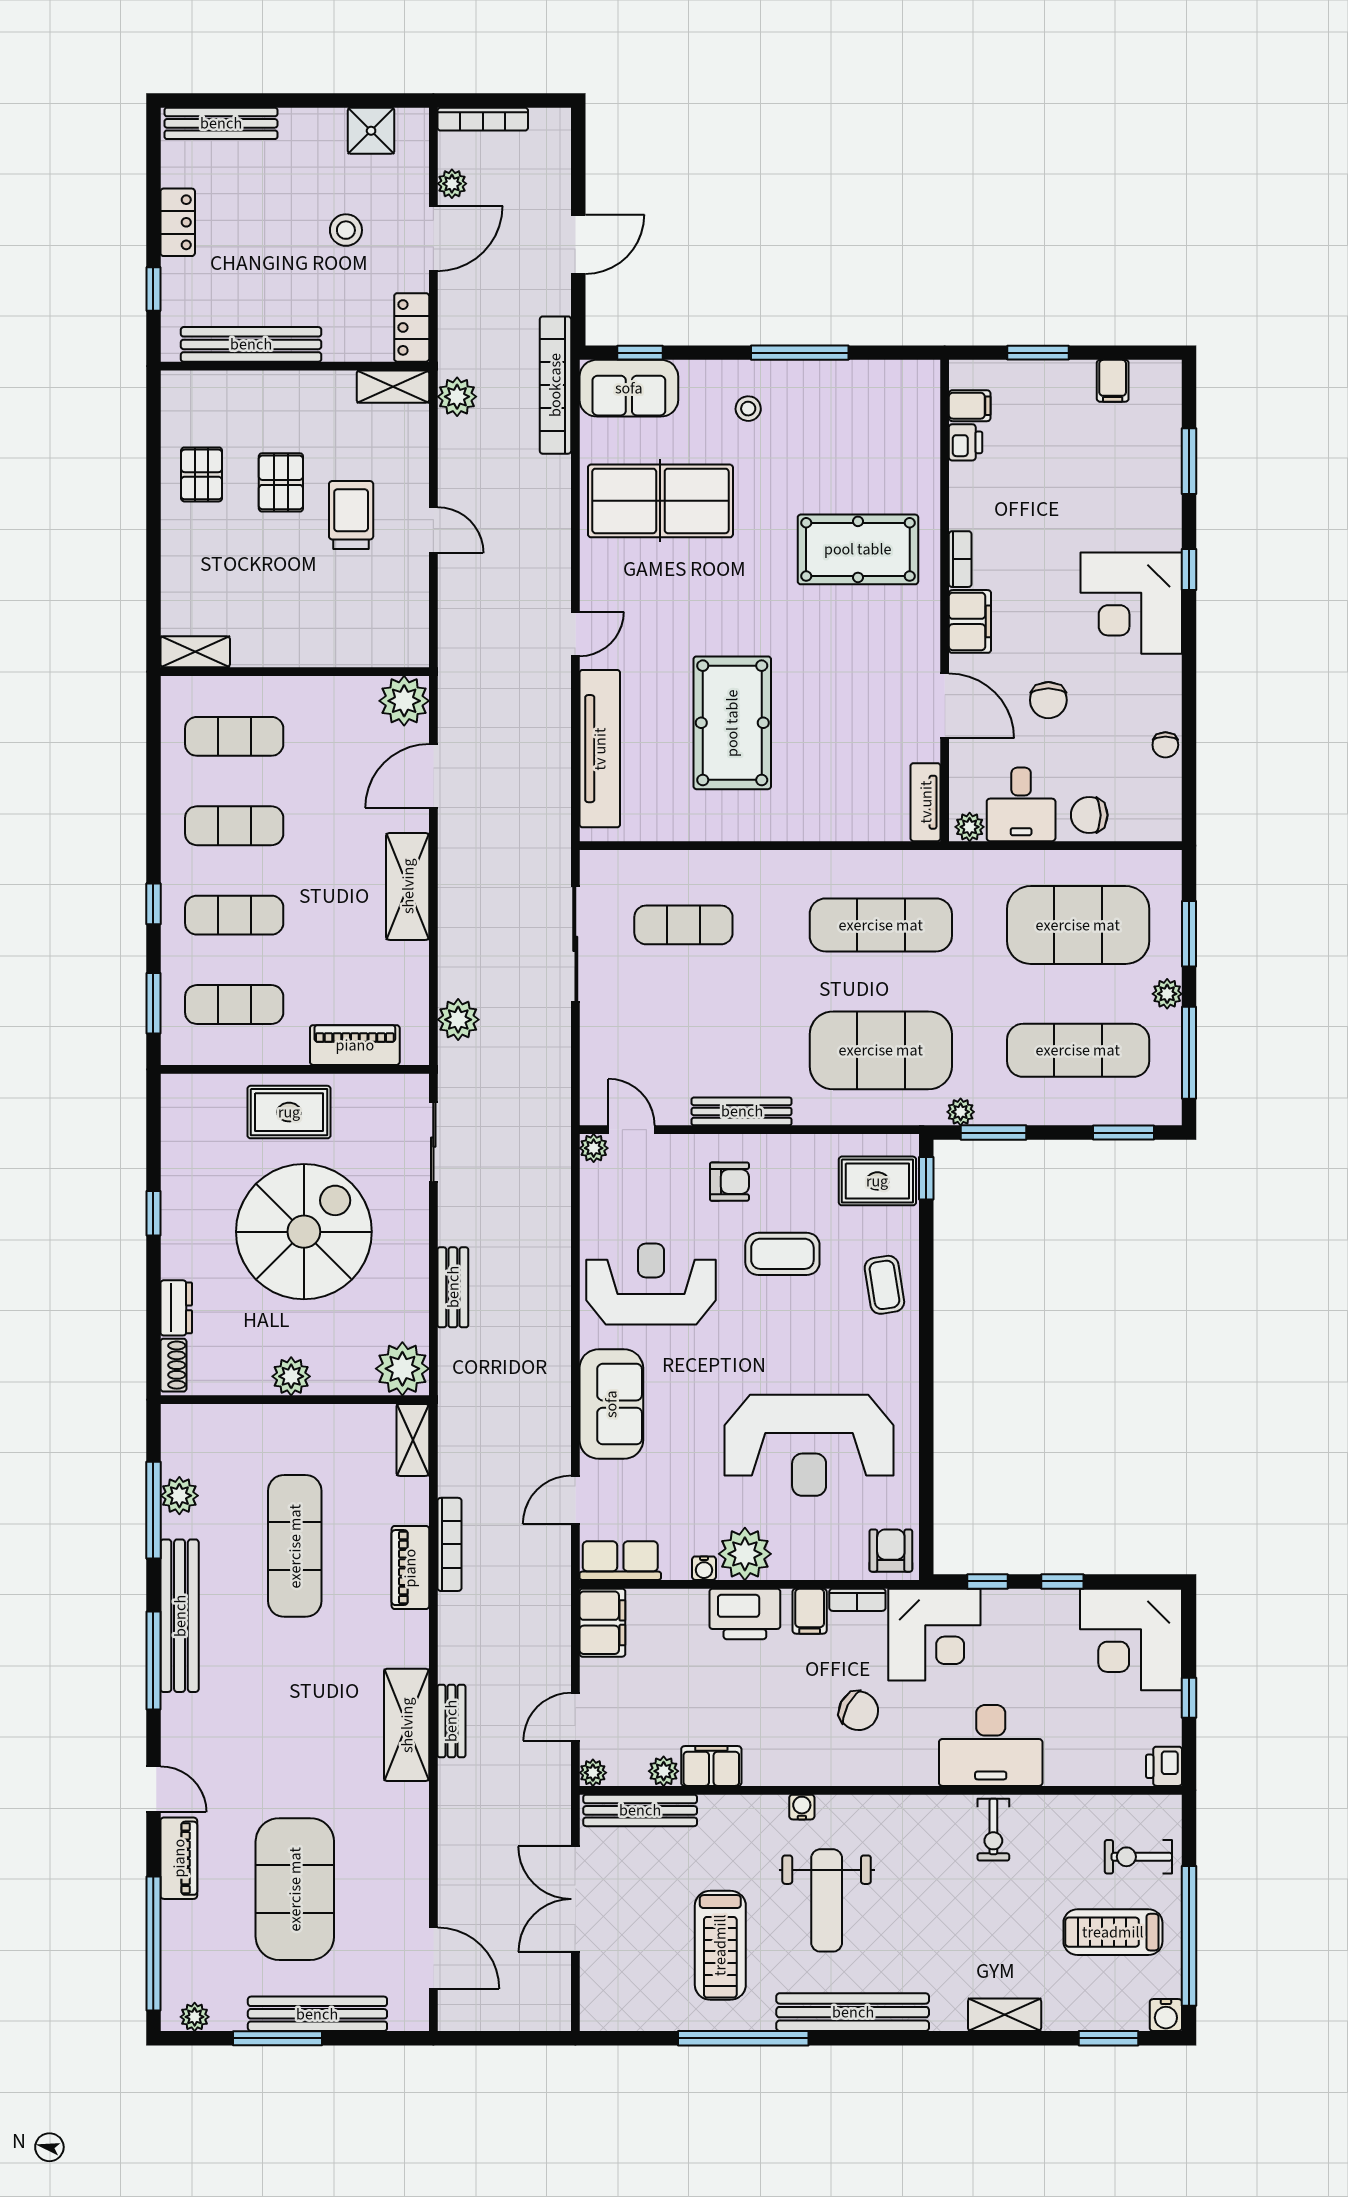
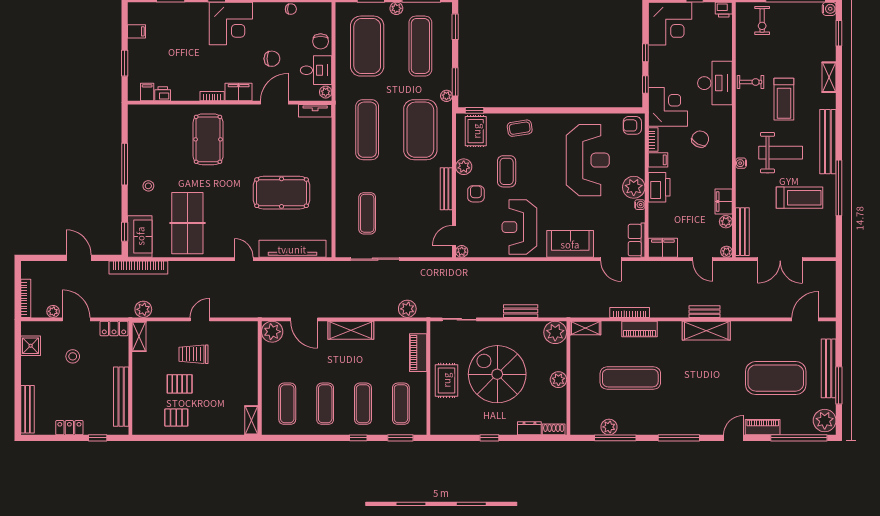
plant: (793, 1153) -> (464, 167), added
bench: (180, 1616) -> (660, 427), removed
treadmill: (1113, 1932) -> (784, 99), moved
plant: (195, 2017) -> (825, 421), width x1.88, depth x1.88

